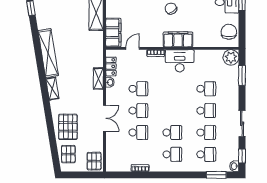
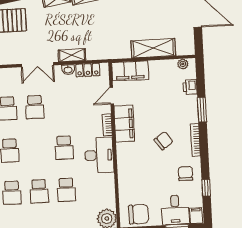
filing cabinet: (178, 39) -> (124, 124), moved
door: (133, 48) -> (112, 96), swing flipped
school desk: (138, 89) -> (64, 148), moved
double door: (105, 118) -> (37, 65), moved

